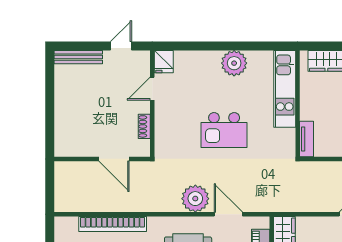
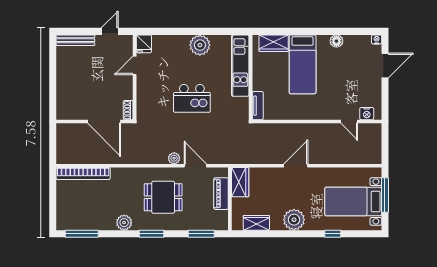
shoe rack: (144, 126) -> (128, 110), moved
door: (114, 159) -> (104, 122), width x1.36
plant: (195, 199) -> (174, 158), width x0.53, depth x0.53
bookcase: (113, 224) -> (83, 173), moved

